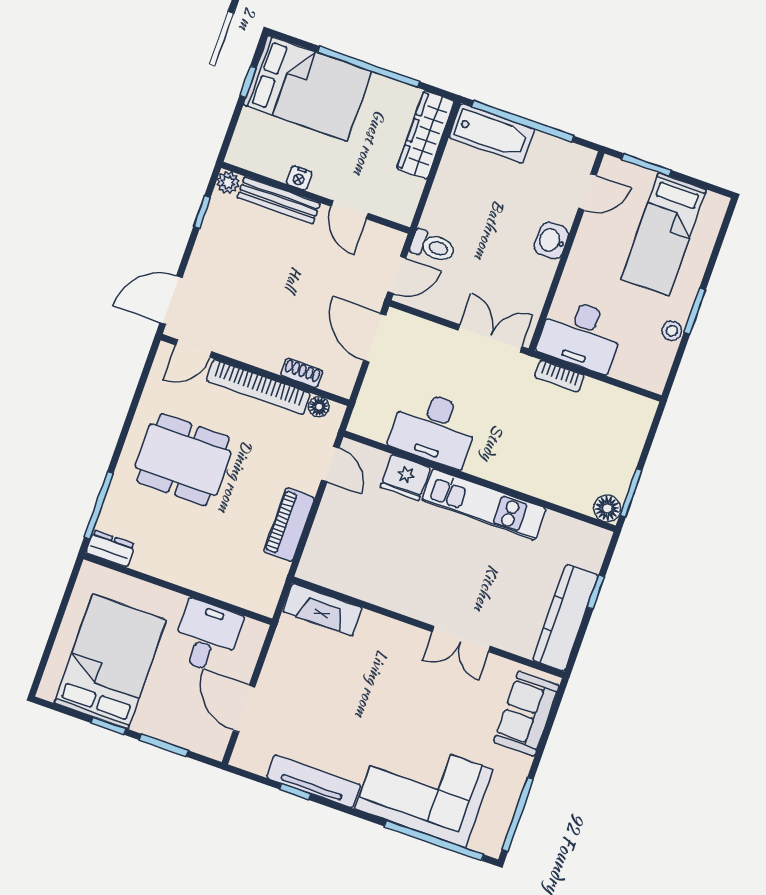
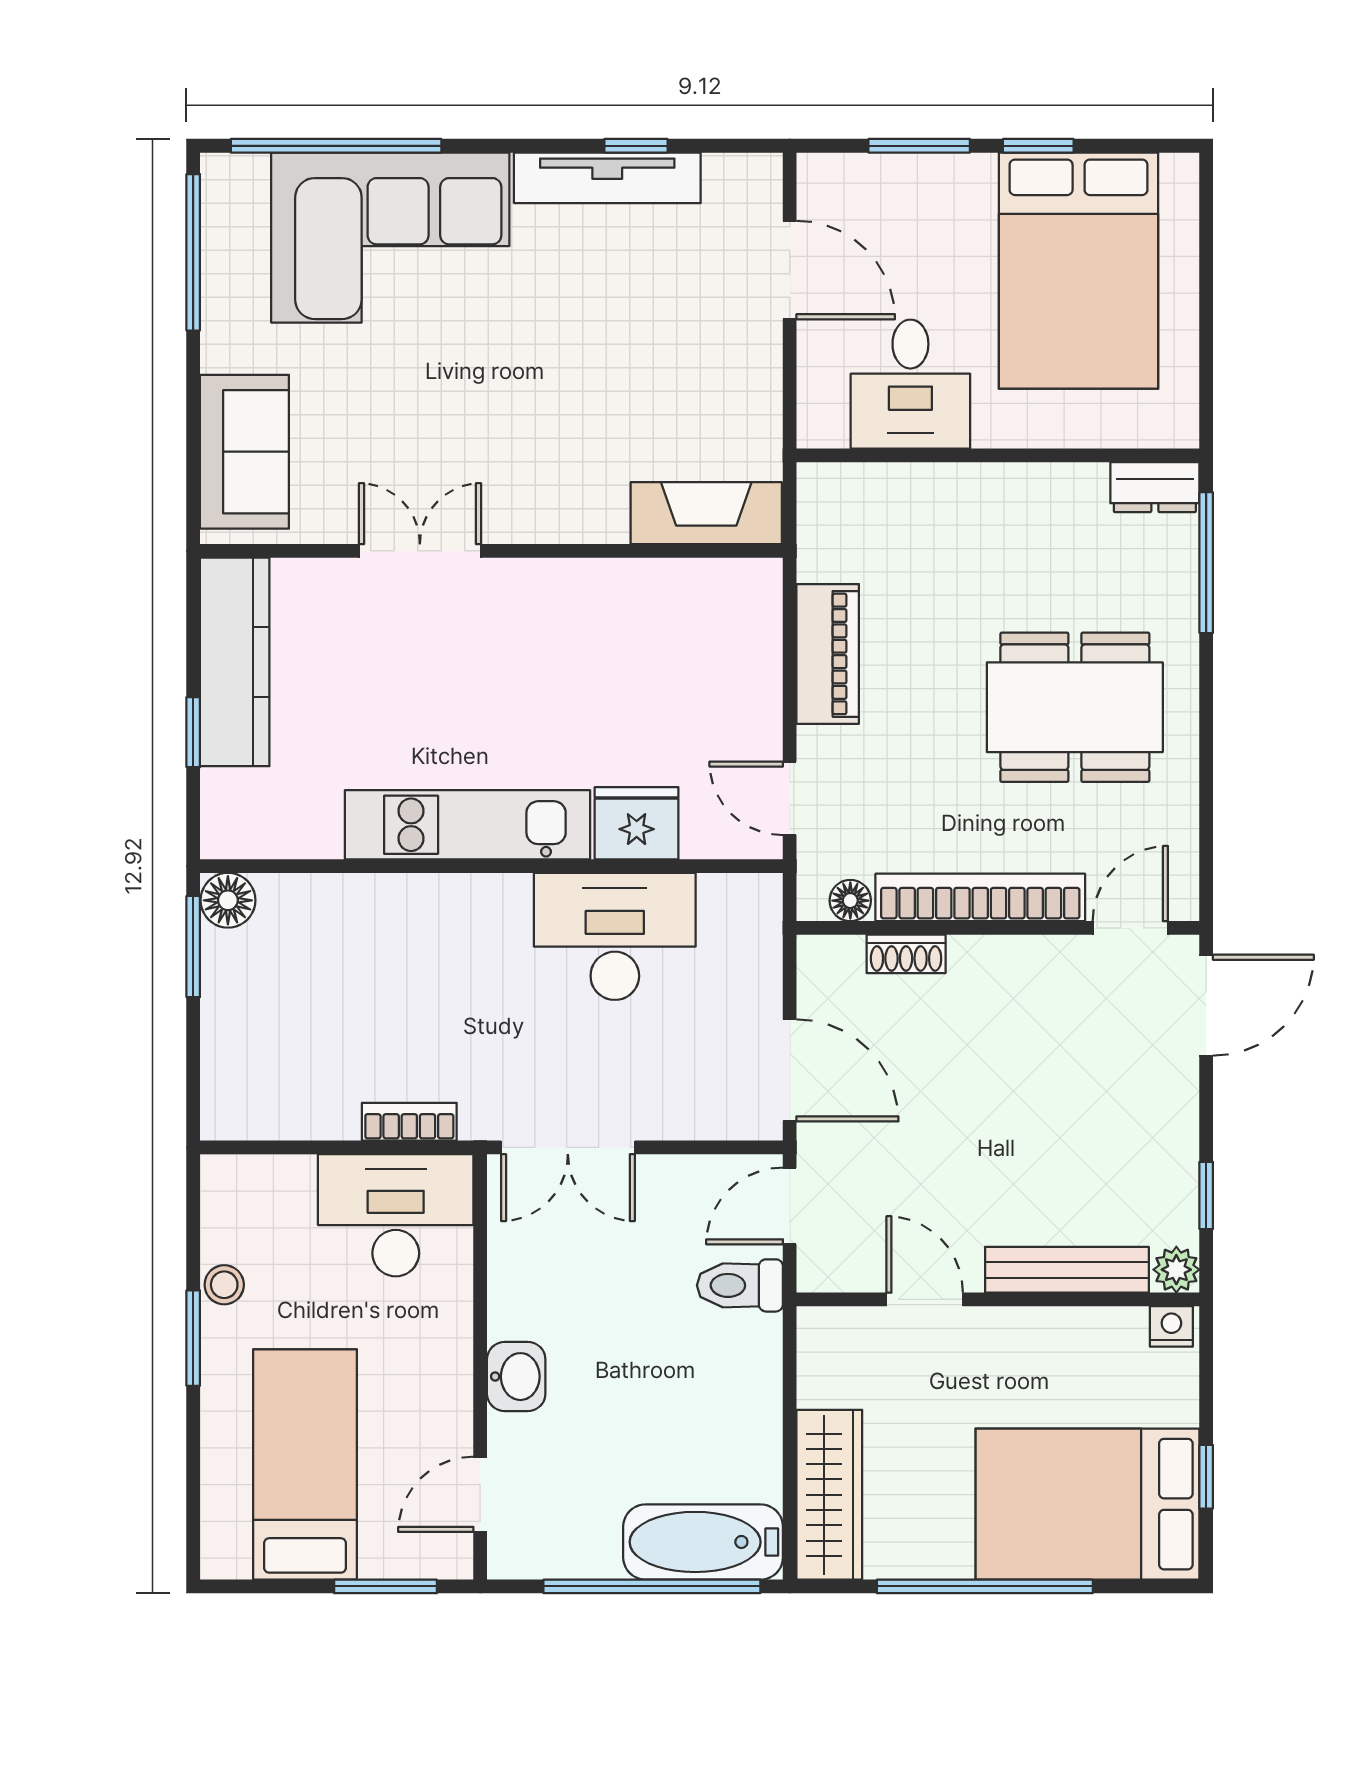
nightstand: (299, 178) -> (1171, 1326), moved

